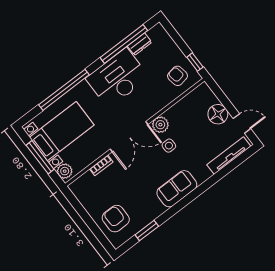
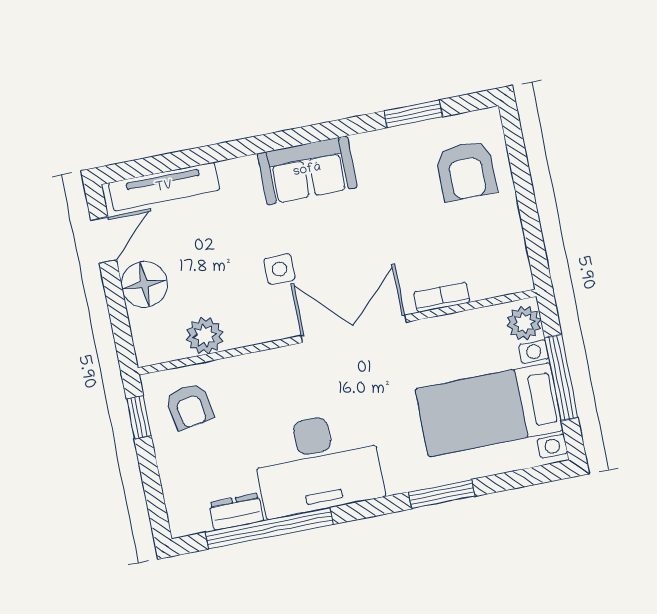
window: (64, 90) -> (442, 494), width x0.47
door: (242, 123) -> (104, 240), swing flipped
plant: (160, 125) -> (205, 336), moved

